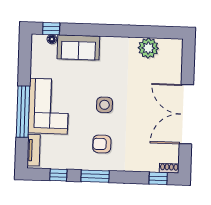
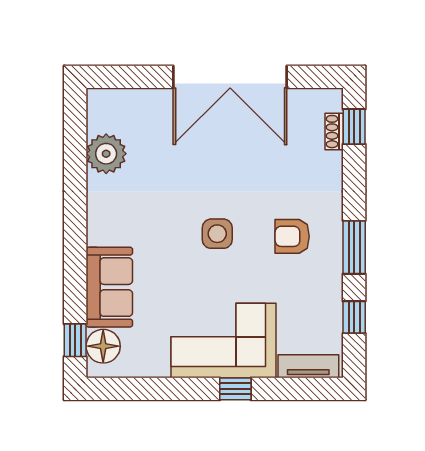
floor lamp: (52, 39) -> (103, 346), width x1.89, depth x1.89
window: (23, 112) -> (235, 389), width x0.32
armchair: (102, 144) -> (292, 236), turned 90
shoe rack: (169, 168) -> (334, 132), moved

